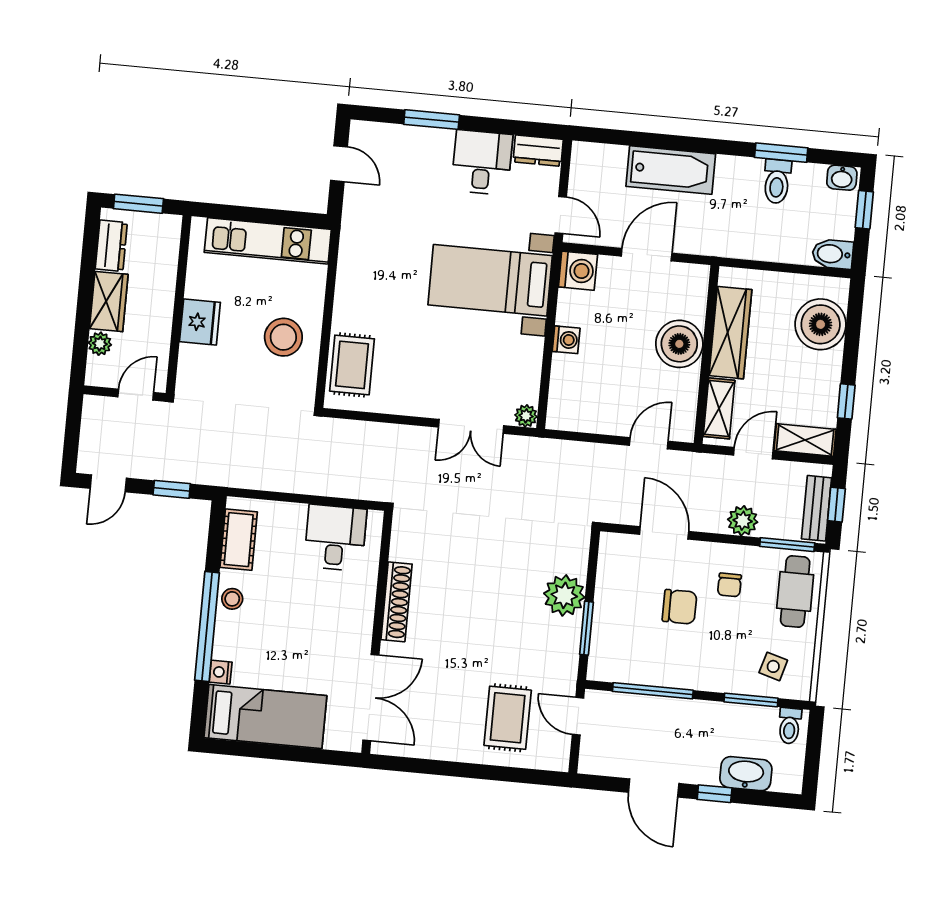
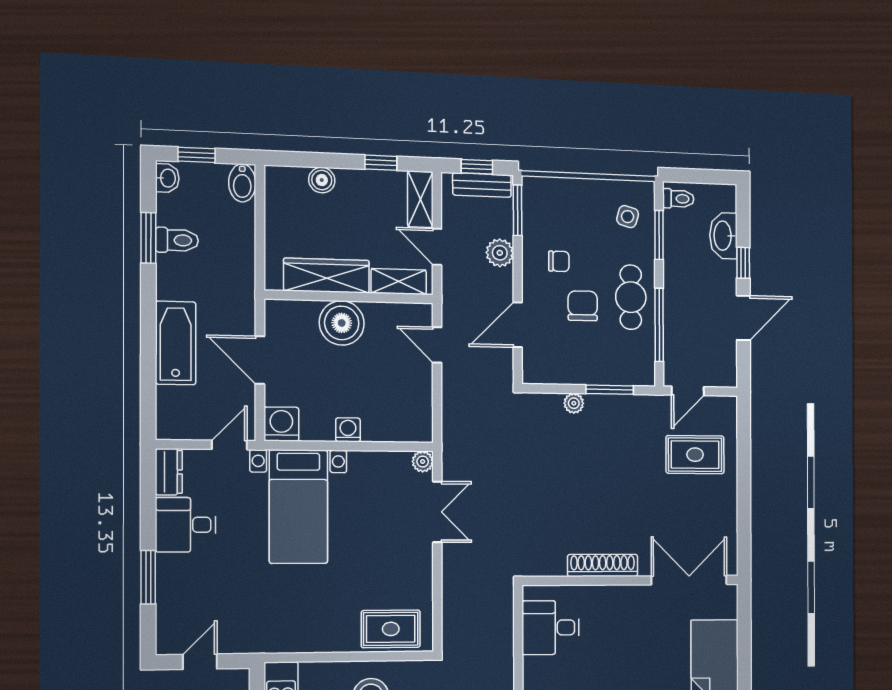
boiler: (821, 324) -> (322, 180), width x0.54, depth x0.54
cafe table: (795, 591) -> (631, 297), moved, turned 90
plant: (564, 595) -> (574, 403), width x0.53, depth x0.53

